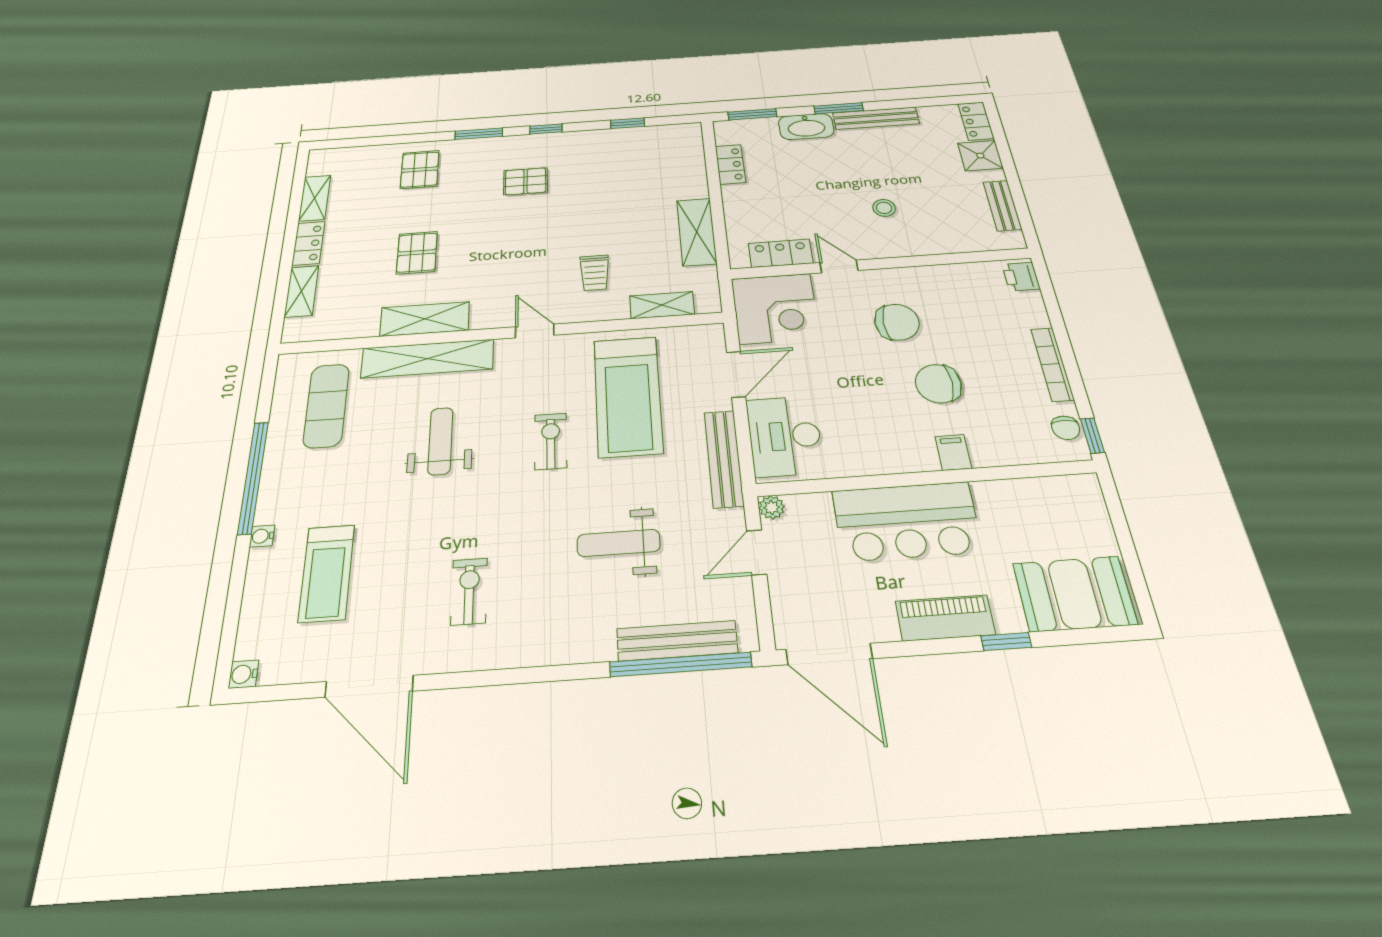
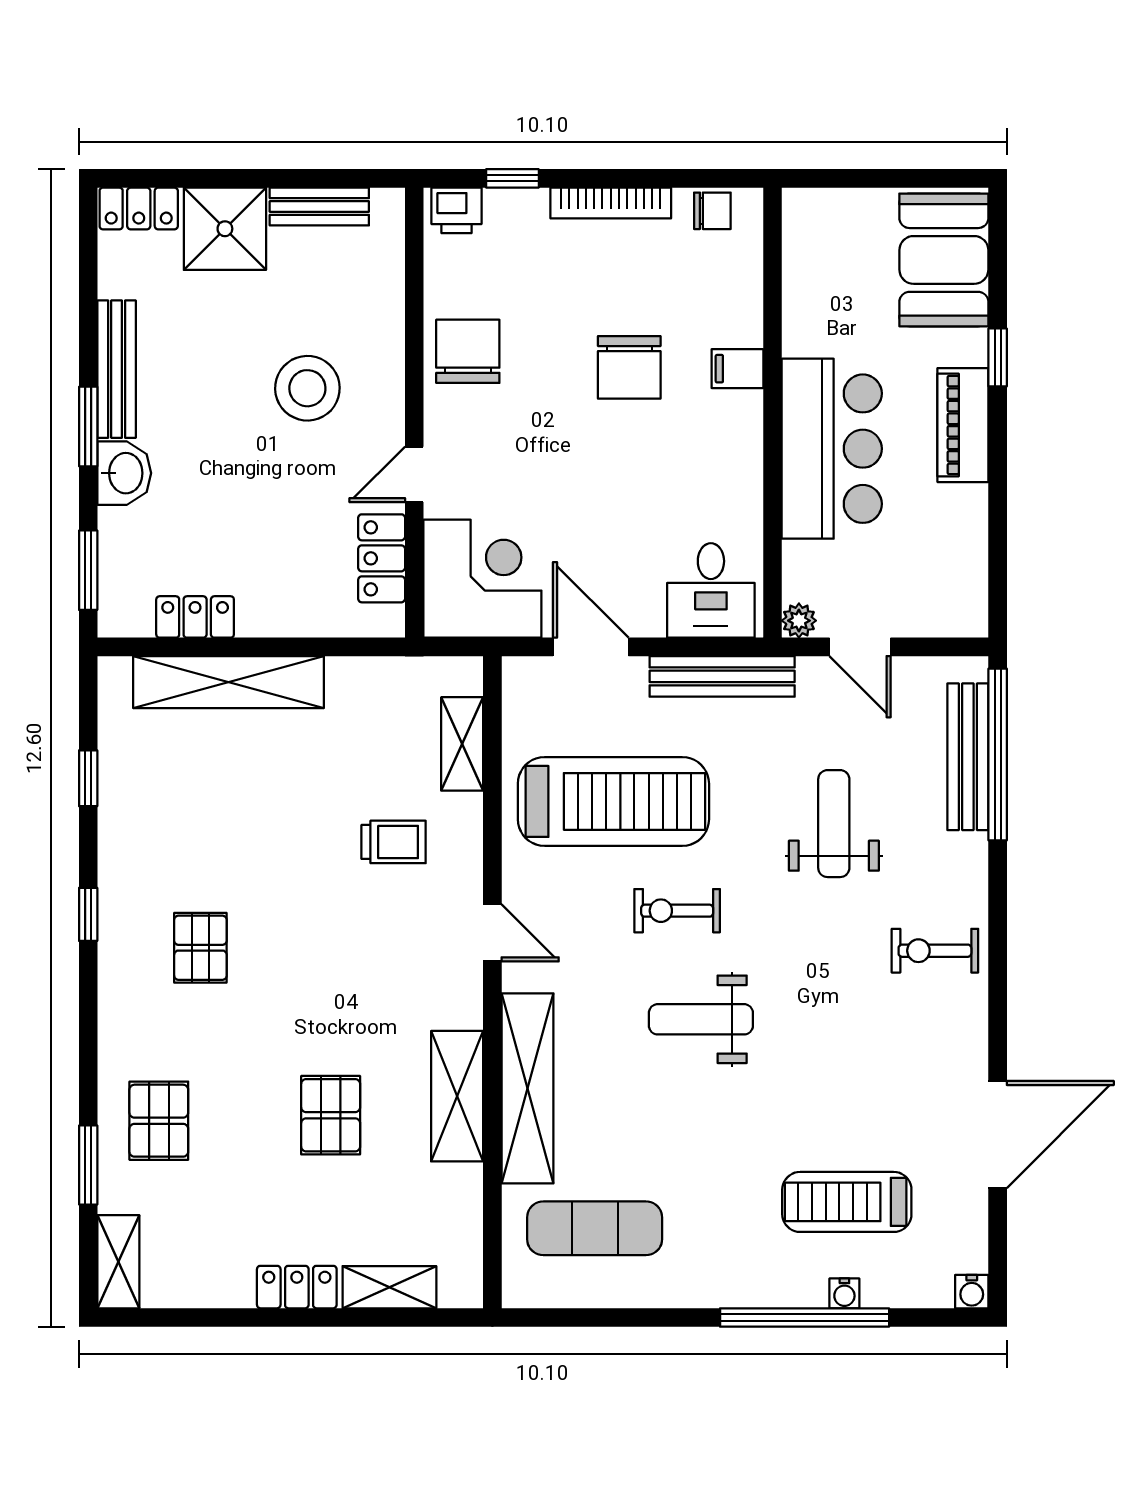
washbasin: (806, 127) -> (124, 473), width x0.72
window: (479, 134) -> (88, 1165), moved
shower: (980, 156) -> (225, 229), width x1.36, depth x1.36
pallet: (420, 170) -> (159, 1121), turned 90
shelving: (315, 198) -> (118, 1262), moved, turned 90
stool: (884, 208) -> (307, 388), width x1.89, depth x1.89
shelving: (697, 232) -> (229, 682), moved, width x1.47
pallet: (417, 253) -> (331, 1115), turned 90
chair: (897, 322) -> (468, 351), moved
door: (535, 331) -> (492, 933), swing flipped
desk: (785, 436) -> (711, 590), width x0.73
window: (1092, 436) -> (512, 178), moved
weight bench: (440, 441) -> (701, 1019), moved
window: (253, 477) -> (805, 1317), moved
water cooler: (262, 536) -> (844, 1293), moved
weight bench: (619, 543) -> (834, 824), turned 180
treadmill: (327, 573) -> (847, 1202), turned 180
exercise bike: (469, 591) -> (935, 951), moved
door: (829, 654) -> (998, 573), removed

